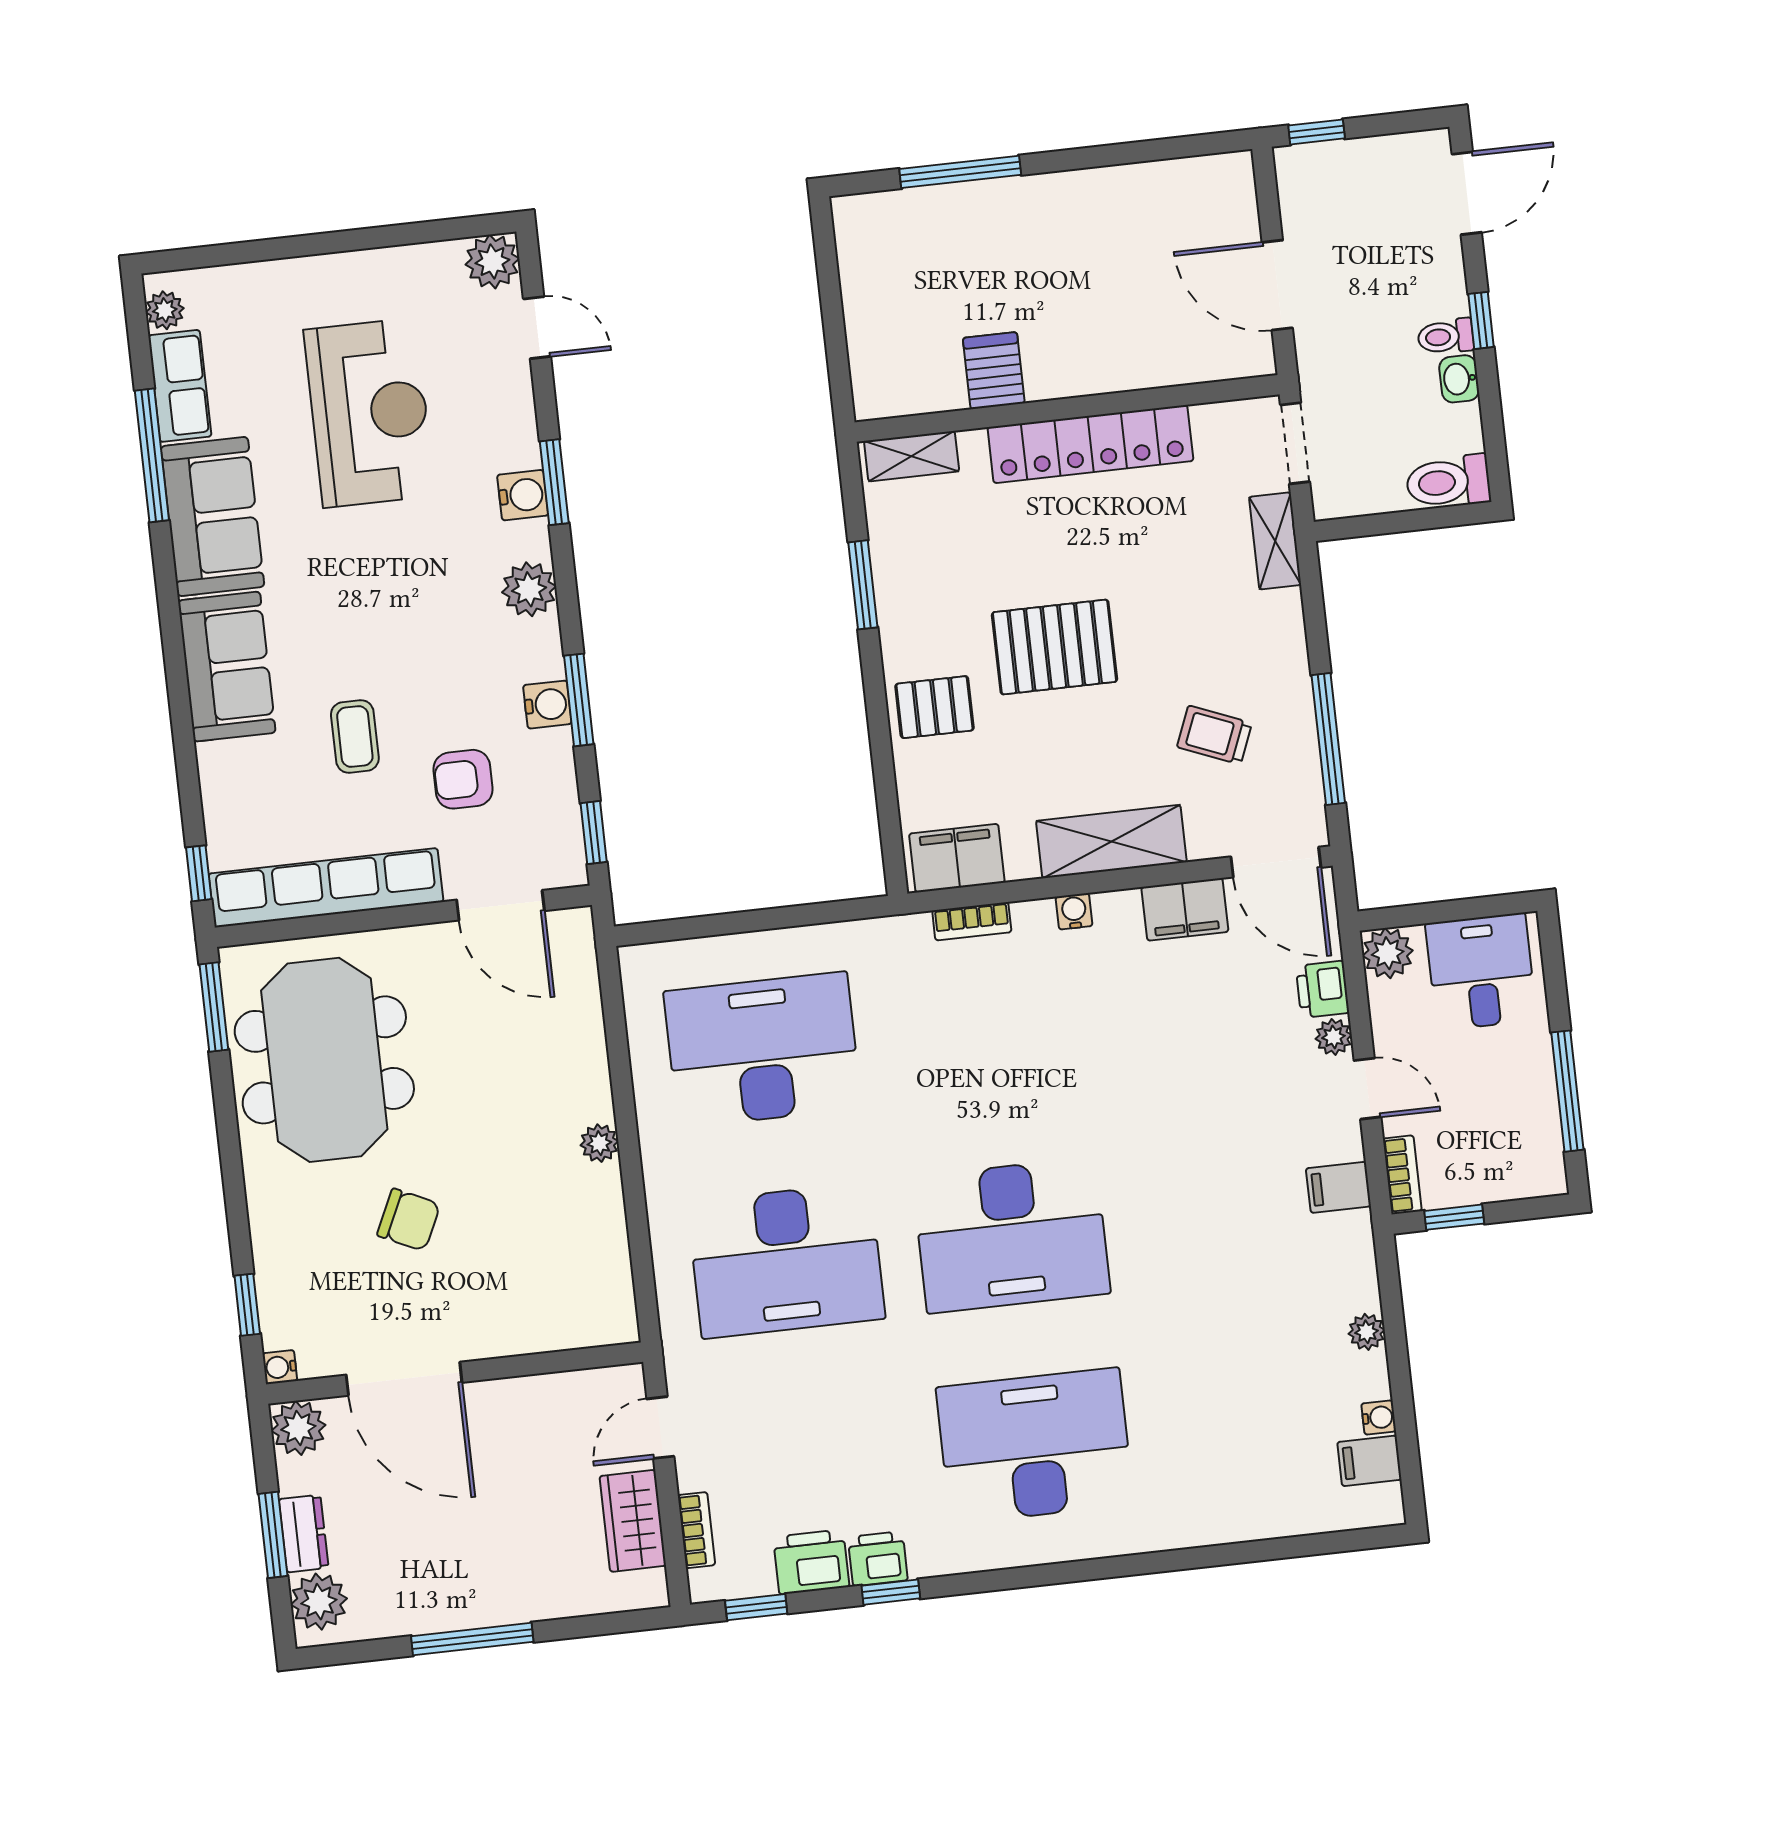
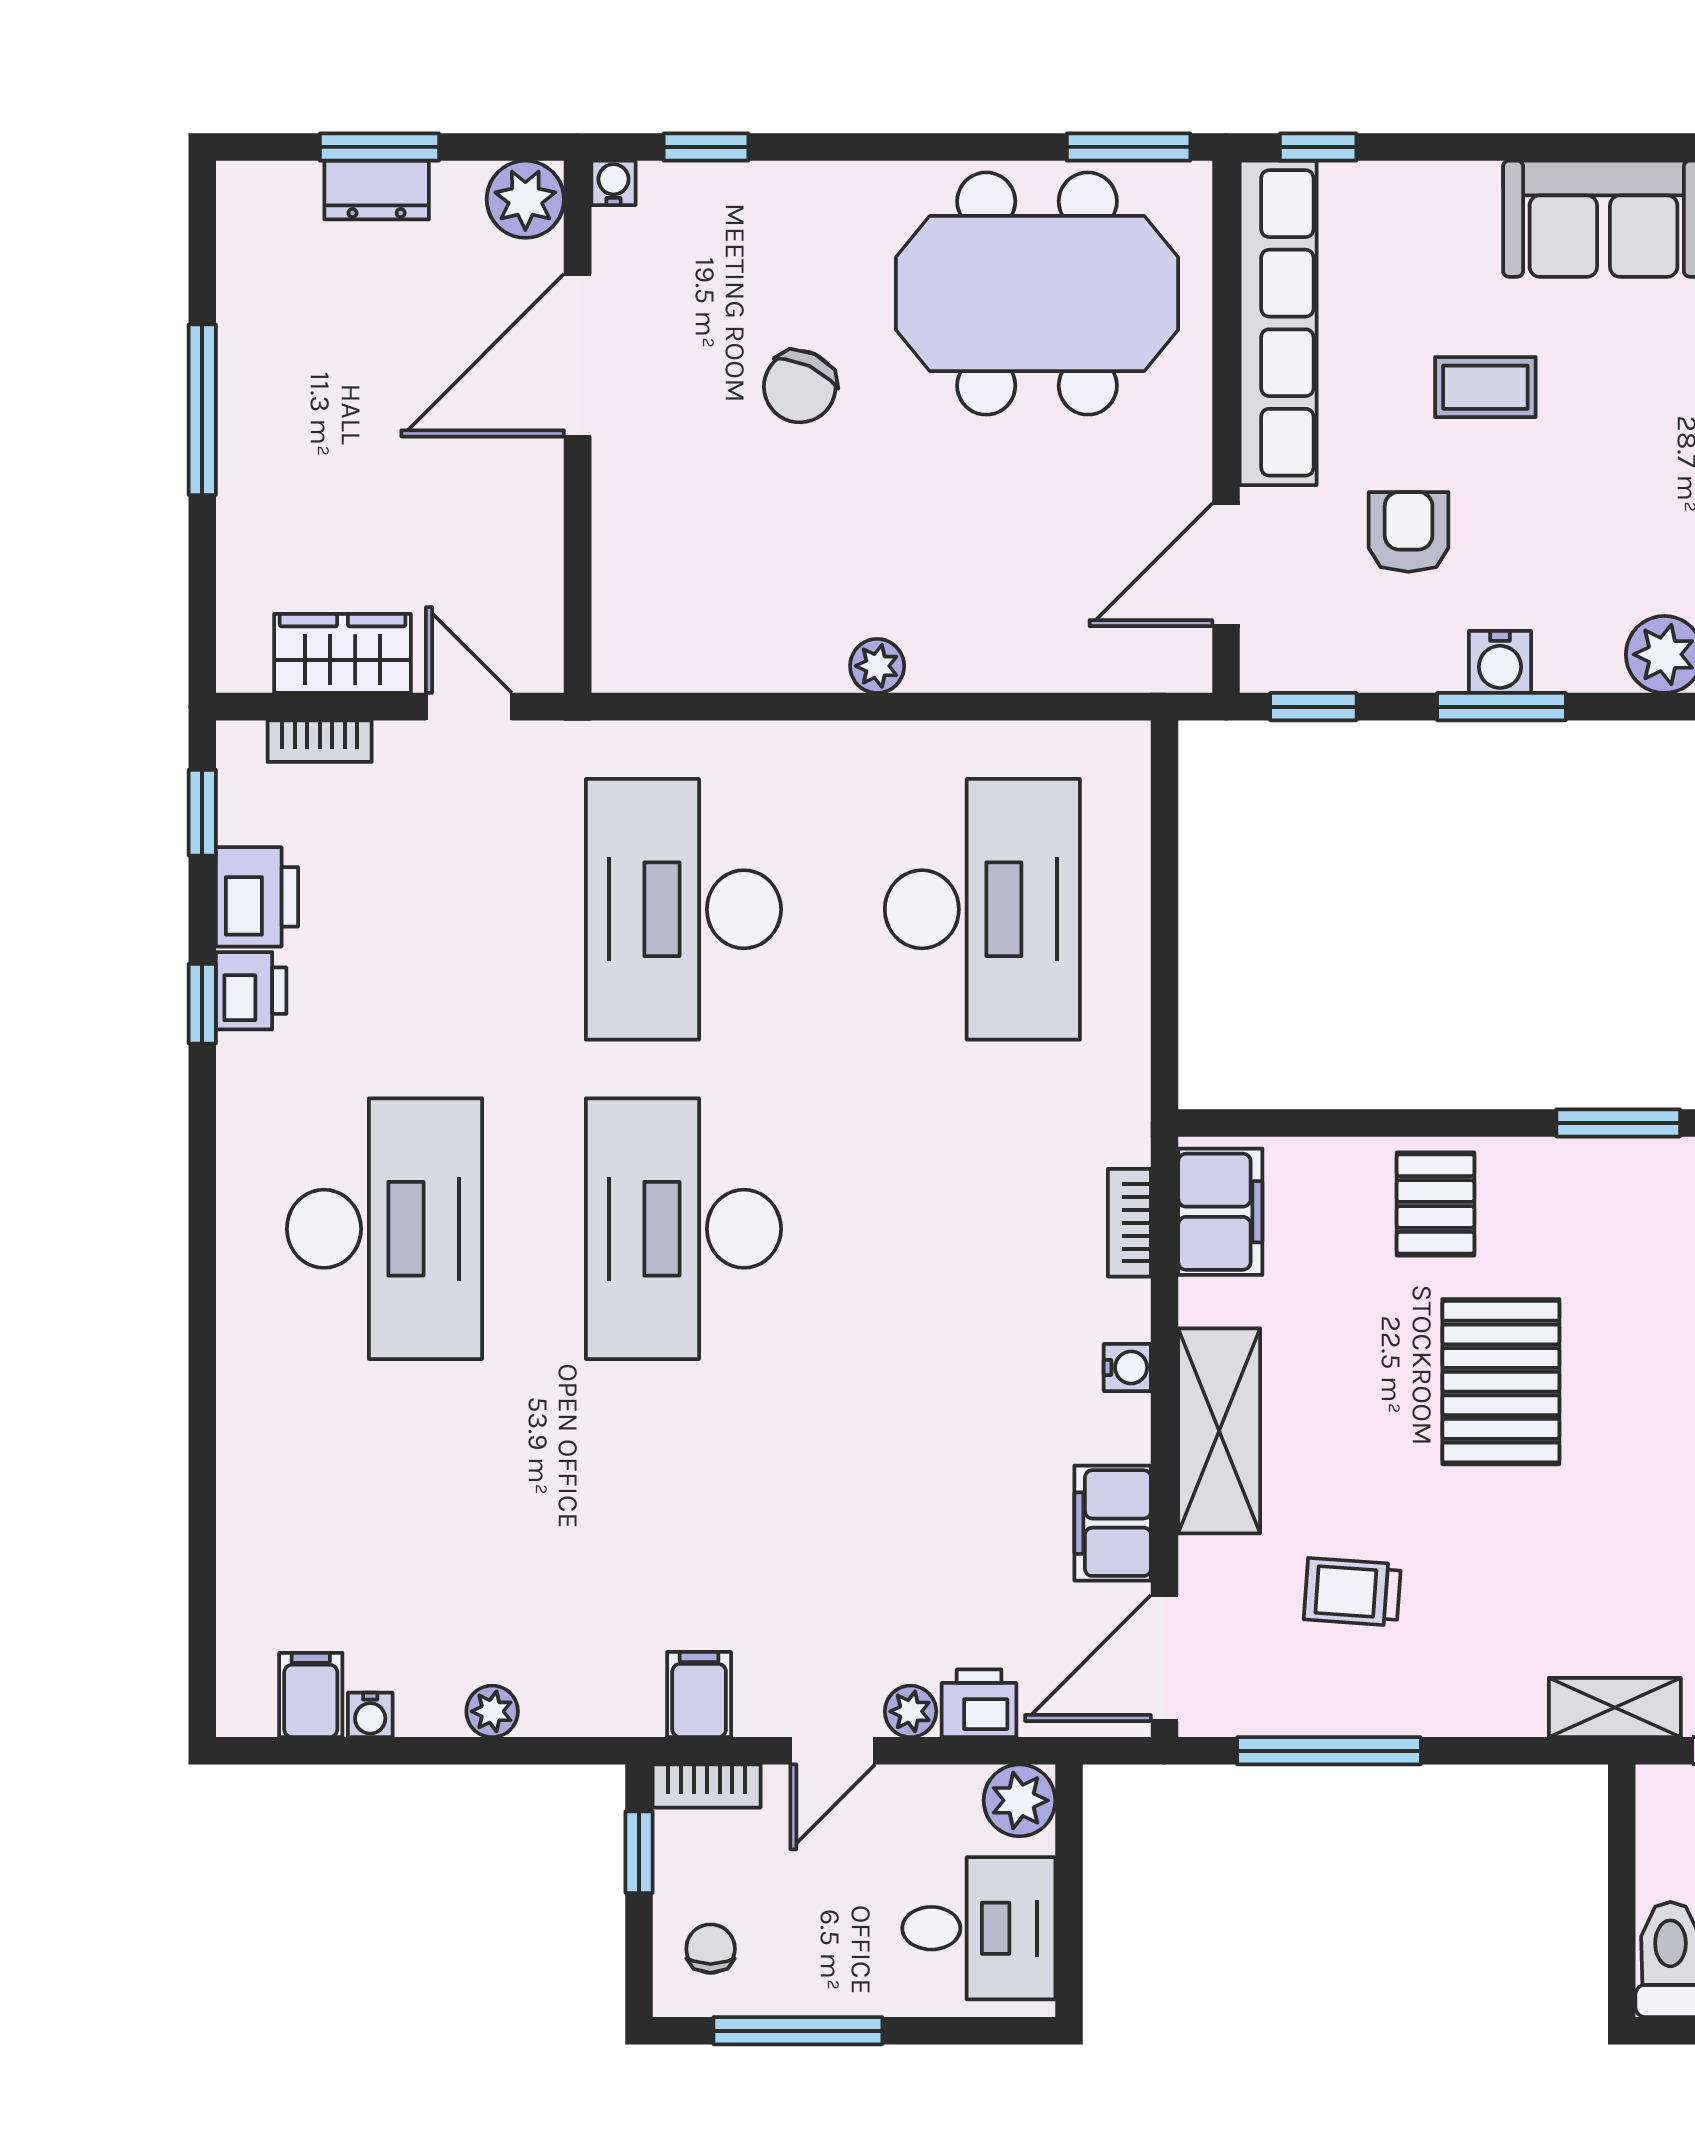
trolley: (1214, 735) -> (1352, 1592), turned -108
chair: (1517, 1159) -> (711, 1949), added
plant: (319, 1602) -> (279, 201), removed

